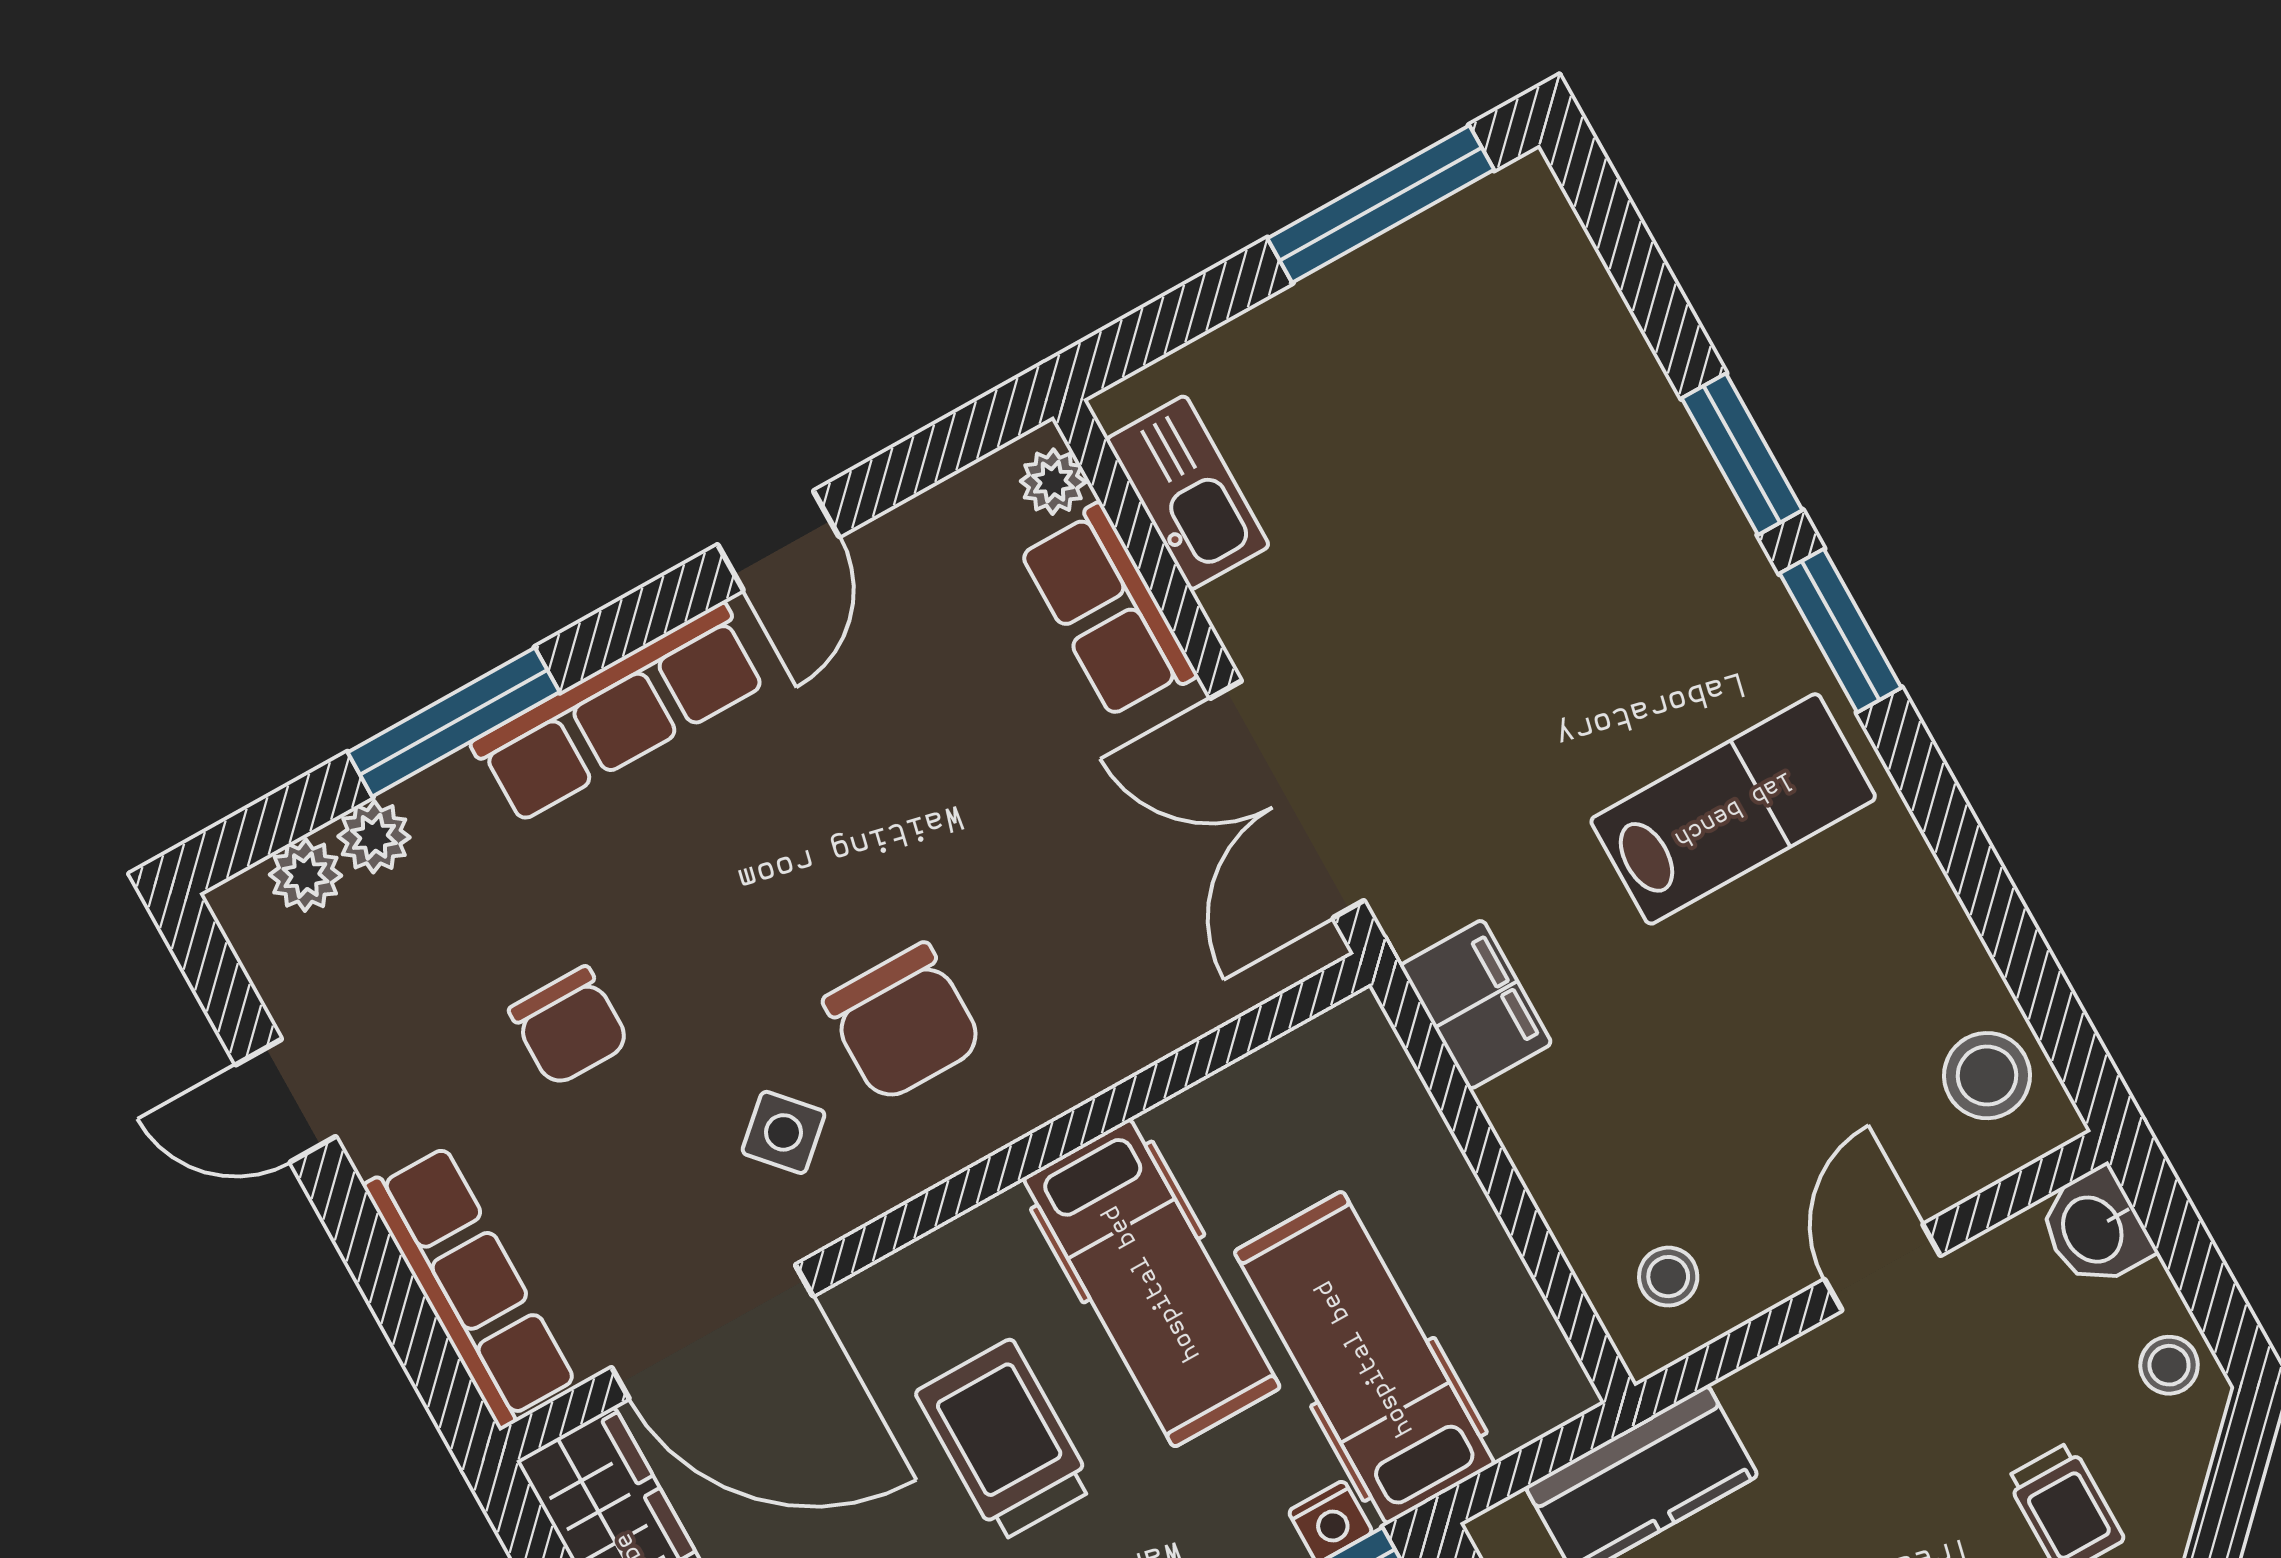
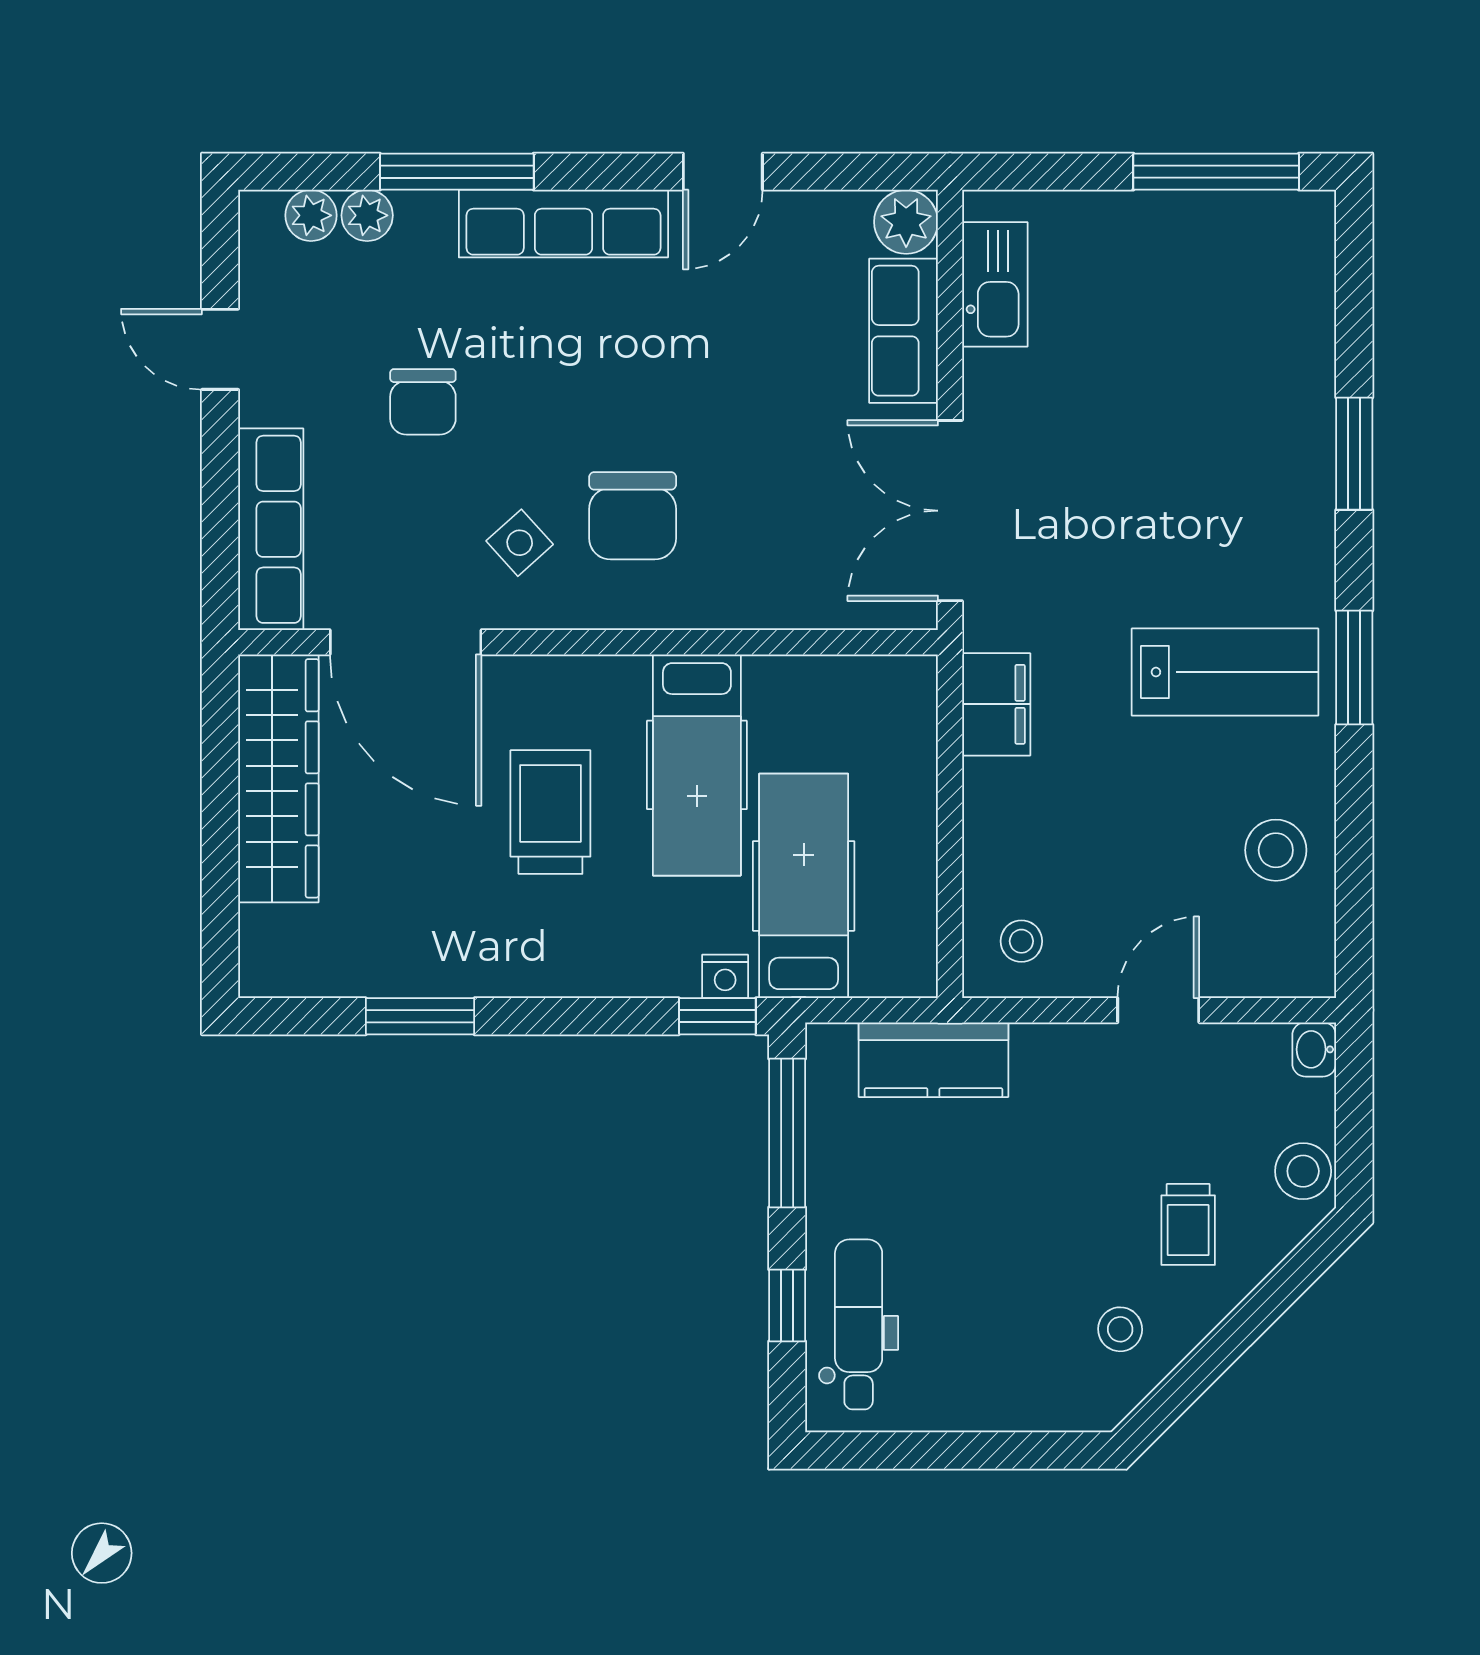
plant: (1053, 482) -> (906, 222), width x1.38, depth x1.38
window: (1841, 631) -> (1354, 668), moved
stool: (1987, 1076) -> (1276, 850), moved
washbasin: (2095, 1228) -> (1314, 1049), width x0.72, depth x0.69
stool: (2169, 1365) -> (1303, 1171), width x1.37, depth x1.37

